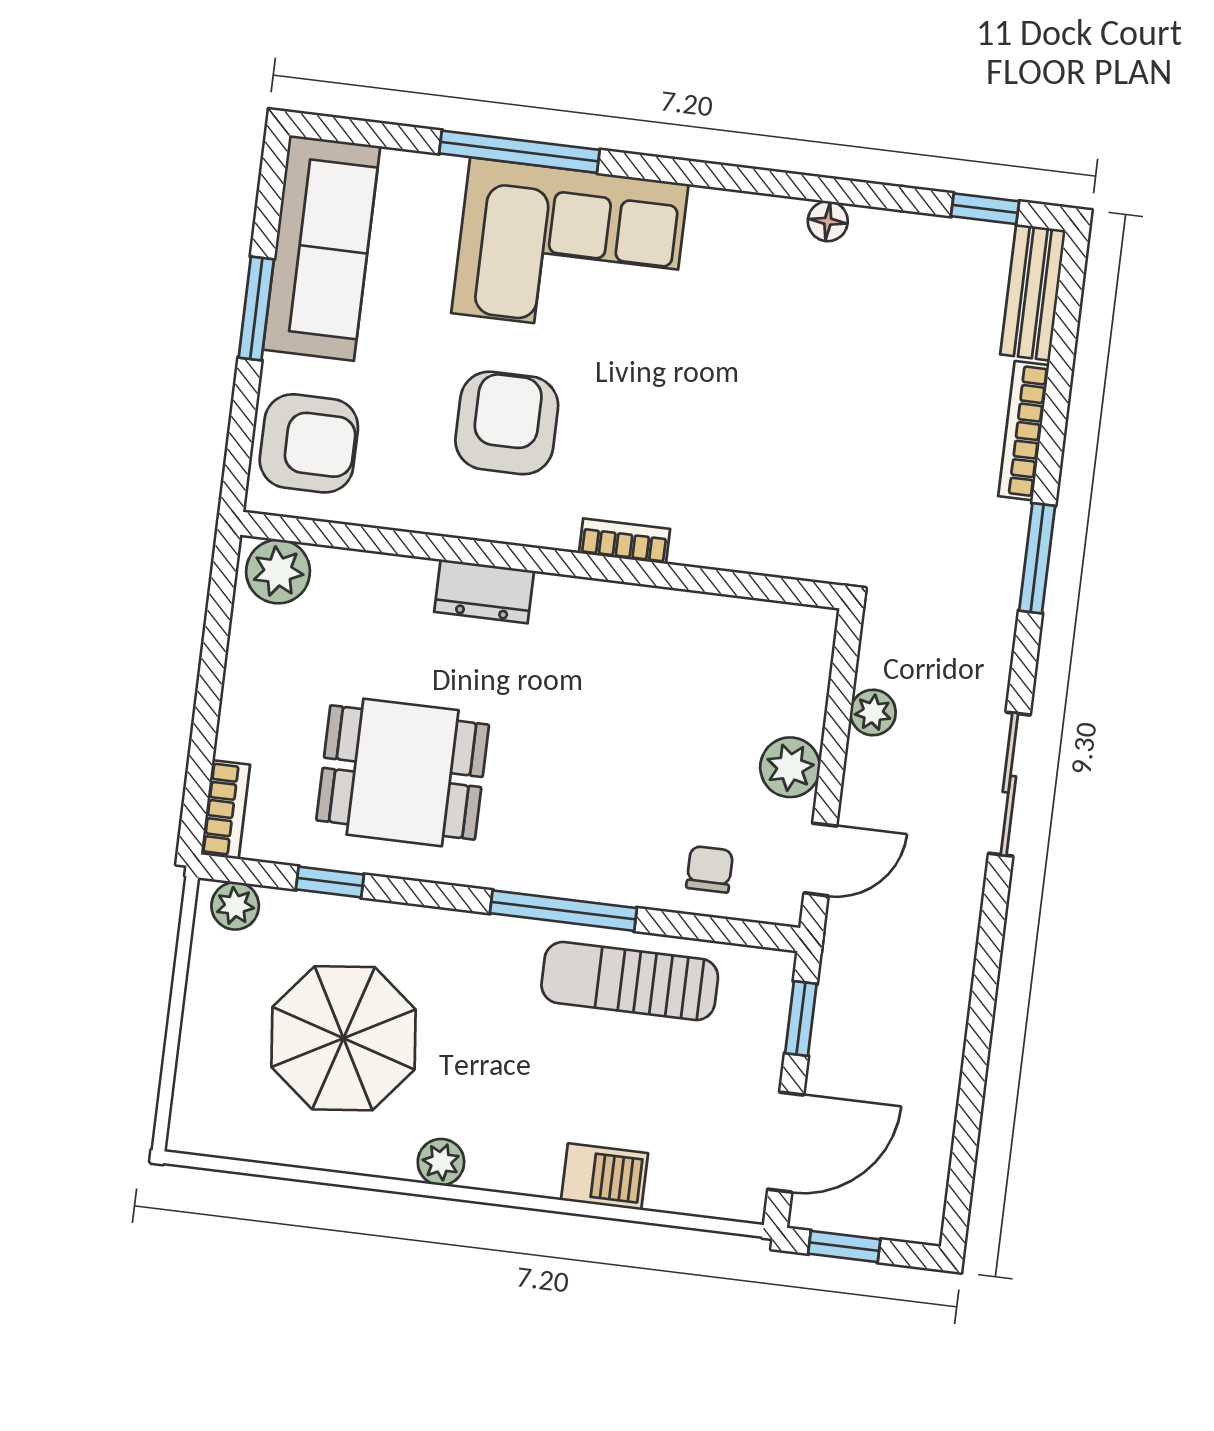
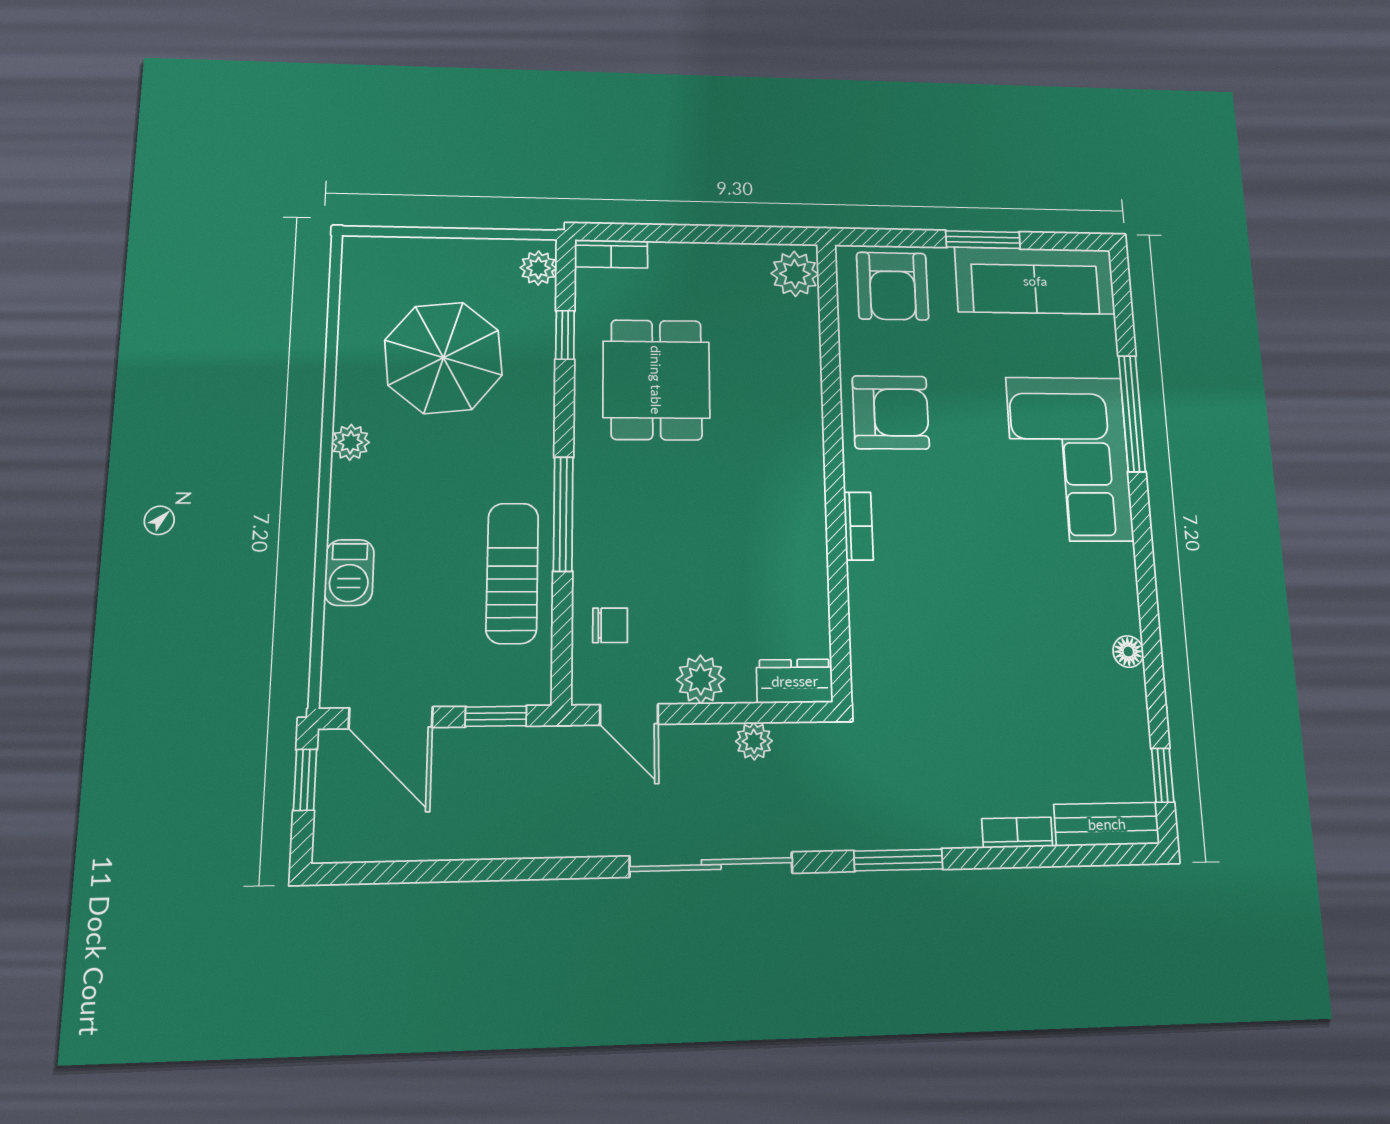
armchair: (507, 423) -> (891, 412), moved
bookcase: (1024, 431) -> (1017, 833), width x0.64
dresser: (484, 591) -> (795, 681), moved, turned 90
sliding door: (1009, 784) -> (711, 865), width x1.37

